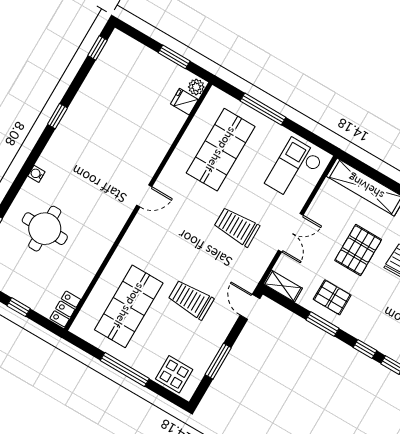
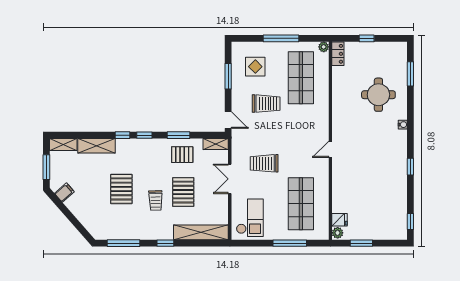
trolley: (237, 227) -> (264, 163), turned 180
plant: (78, 328) -> (324, 47), added
display table: (174, 374) -> (255, 67), moved

